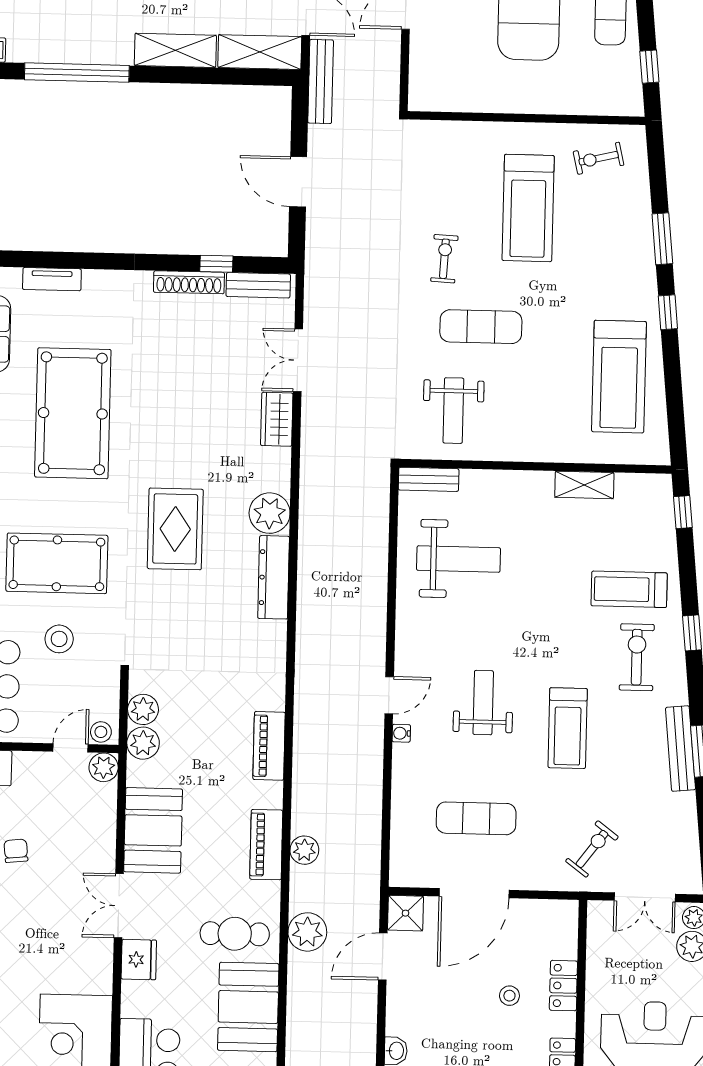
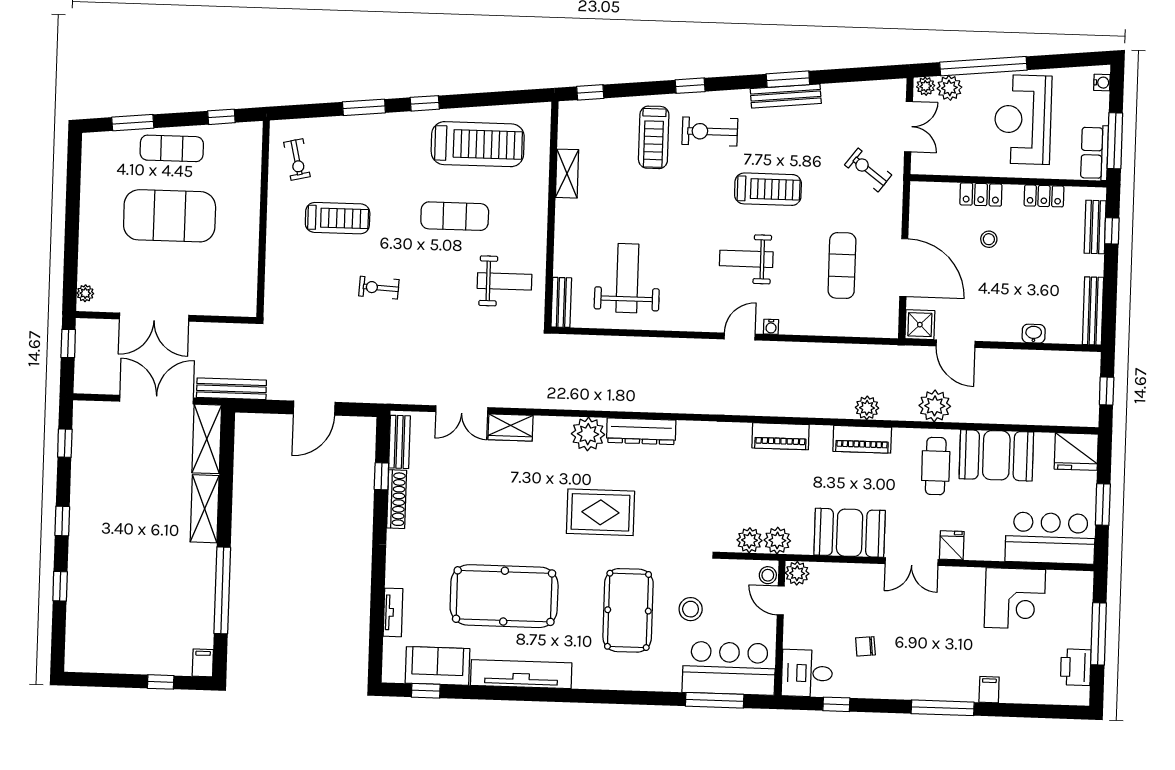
treadmill: (528, 208) -> (338, 218), width x0.73, depth x0.73
exercise mat: (481, 327) -> (455, 216), moved, turned 90
door: (389, 695) -> (740, 337), hinge flipped
fridge: (139, 960) -> (952, 545), width x0.72

